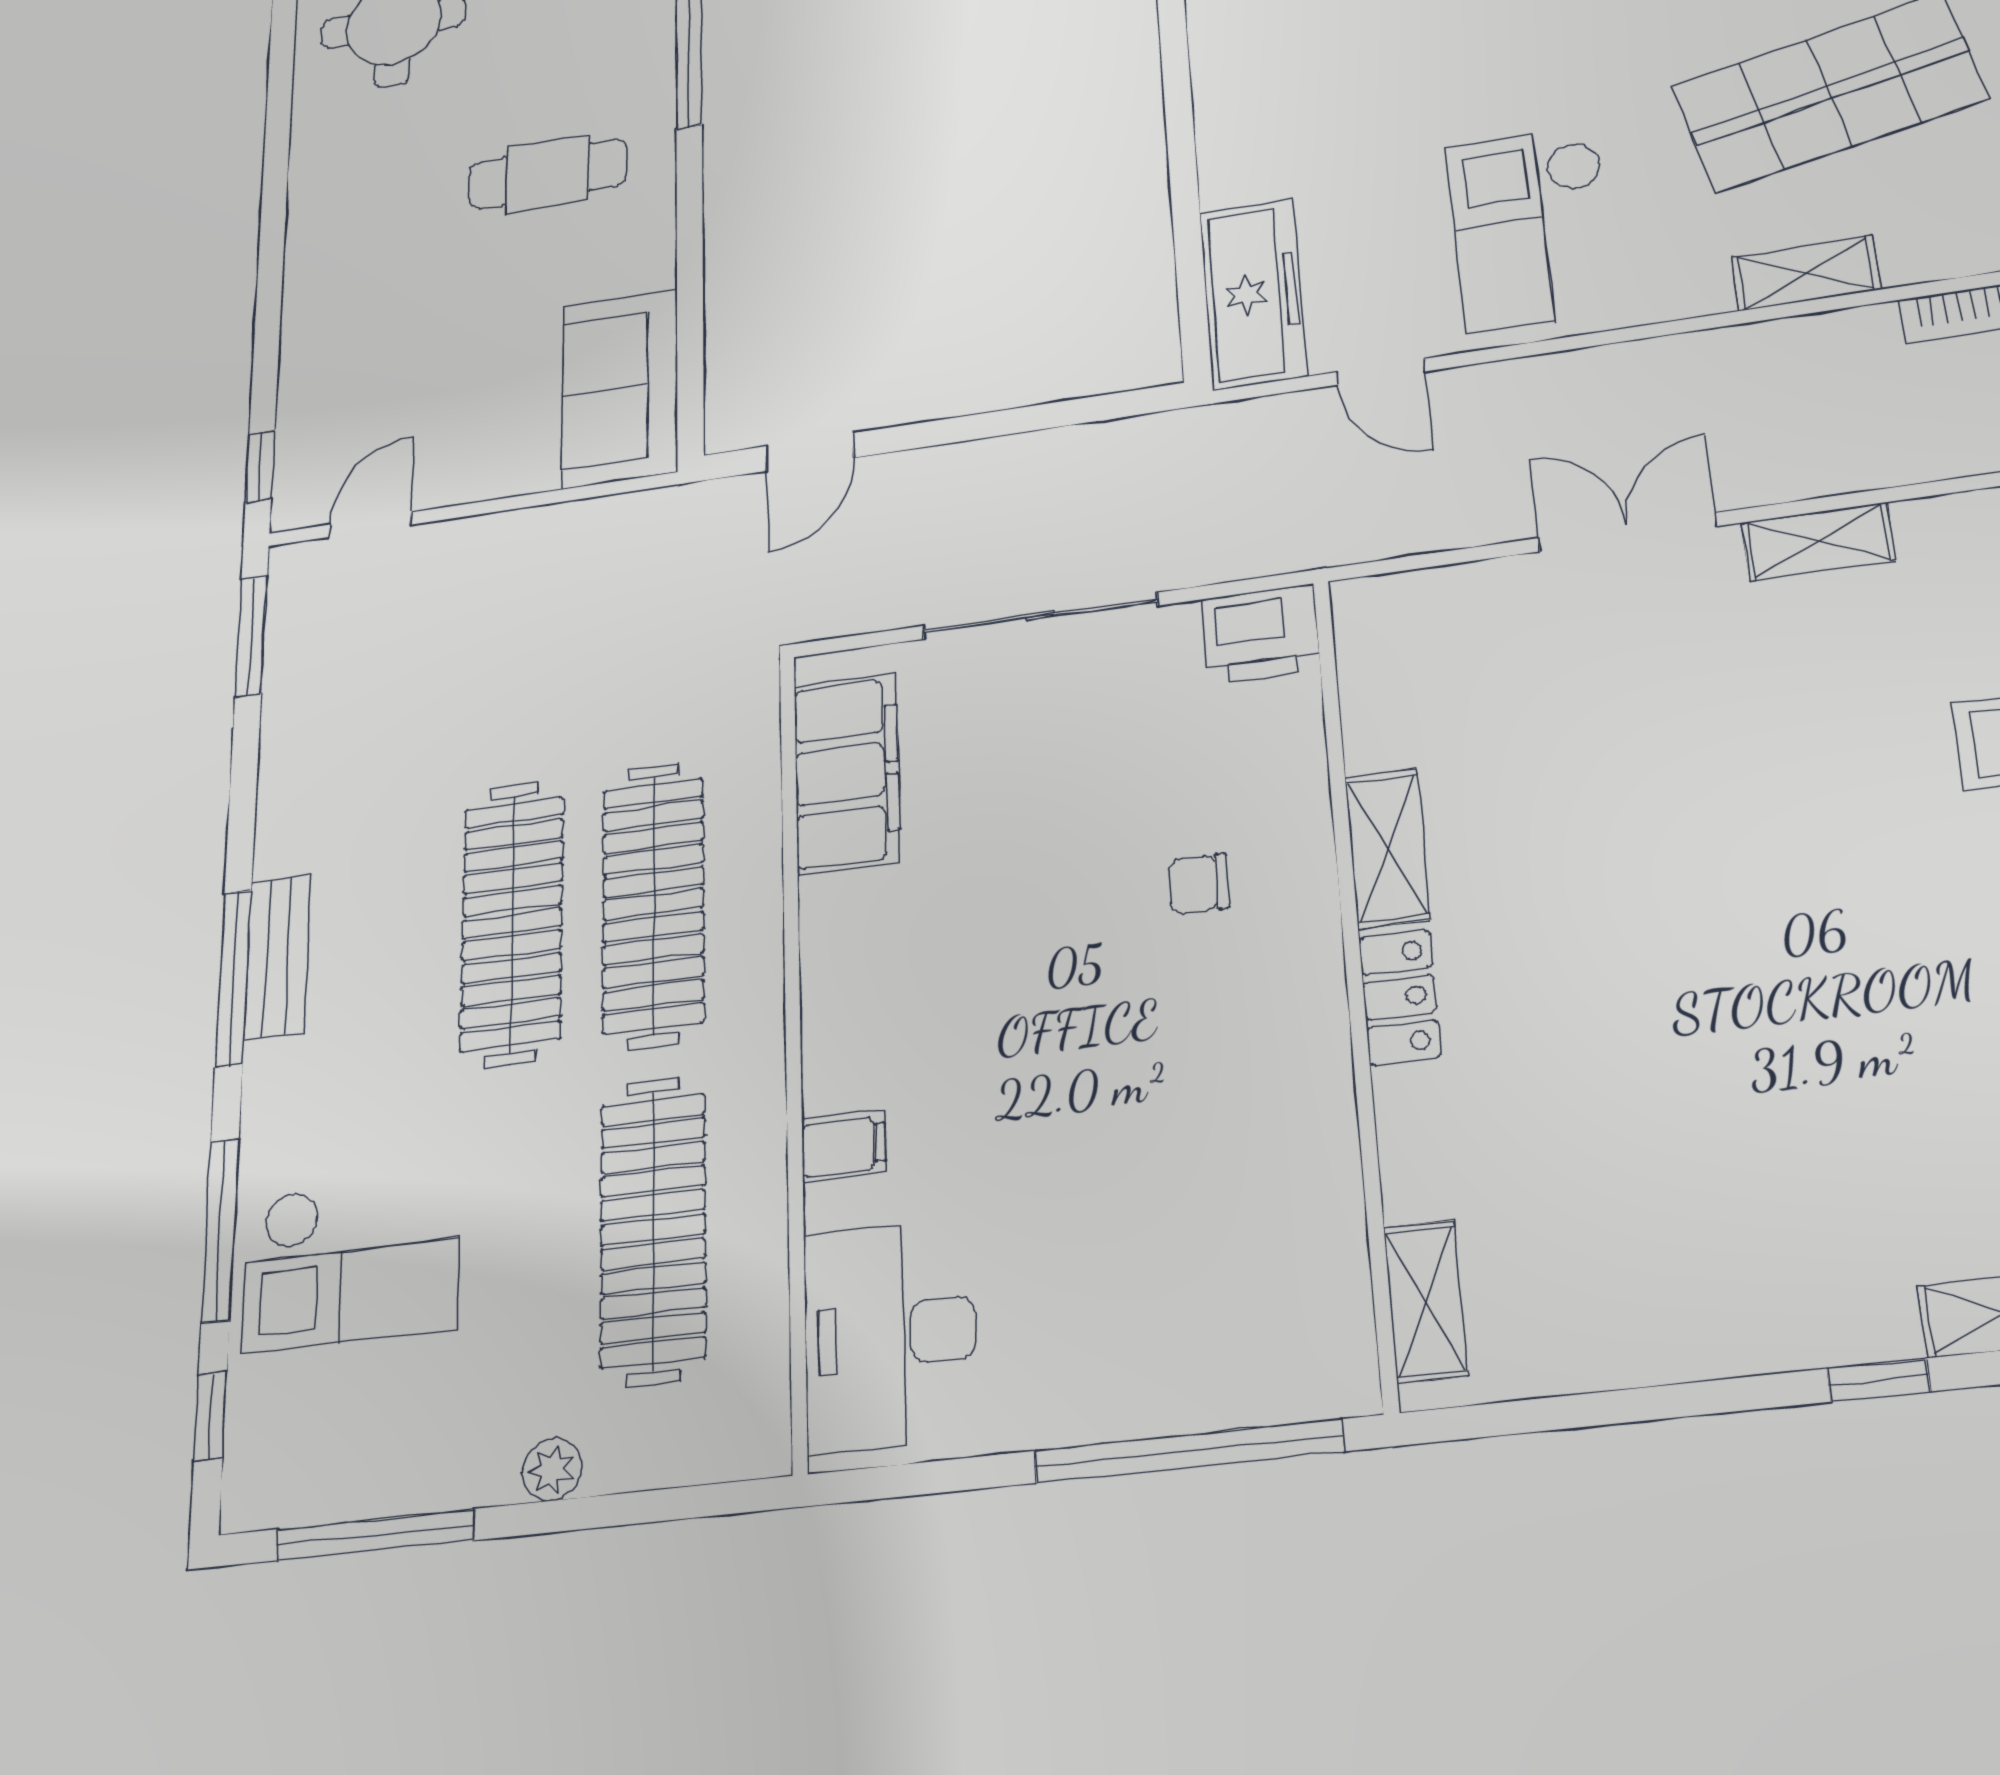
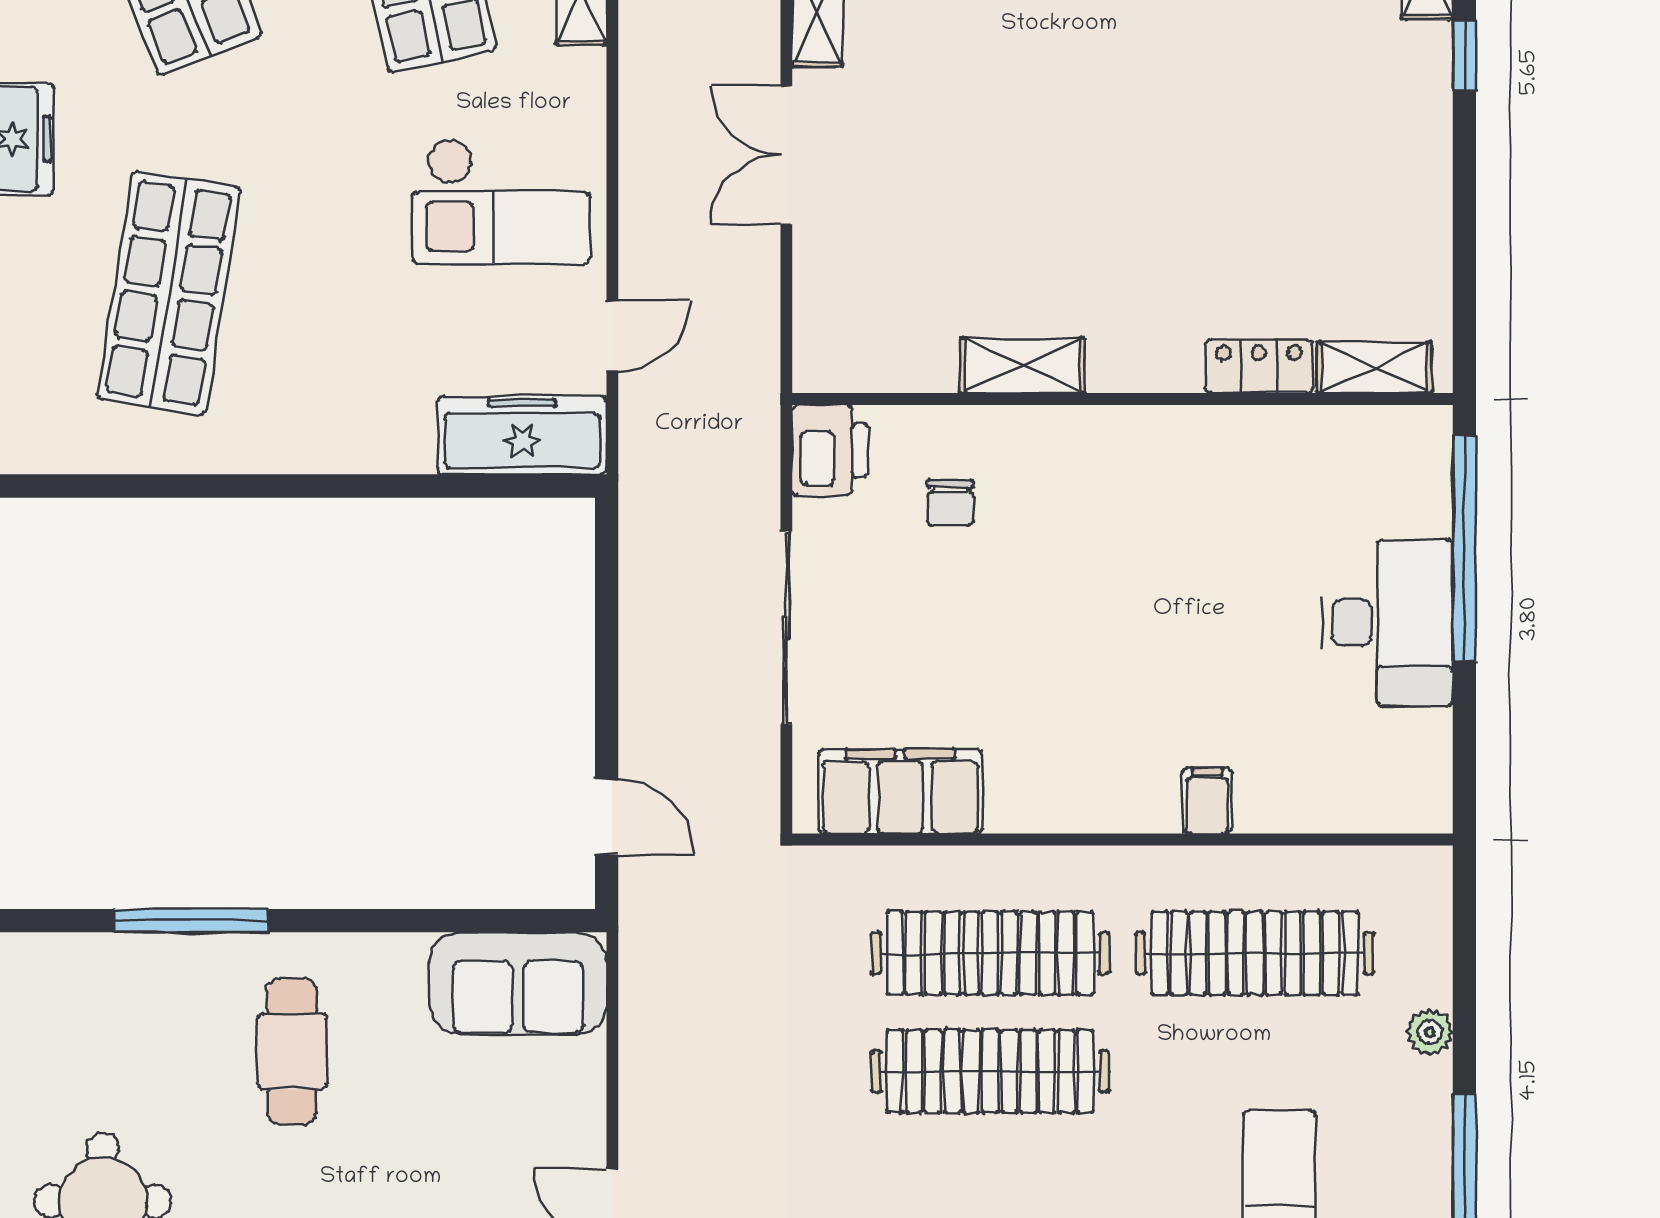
chair: (1199, 884) -> (951, 503), moved
locker: (1400, 997) -> (1259, 366), moved
desk: (890, 1335) -> (1387, 623), moved, turned -90

